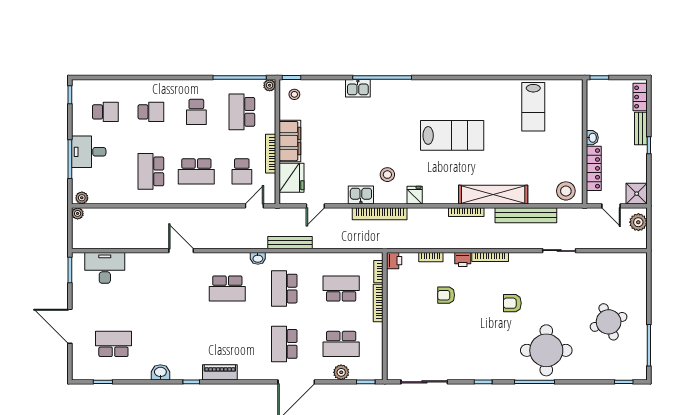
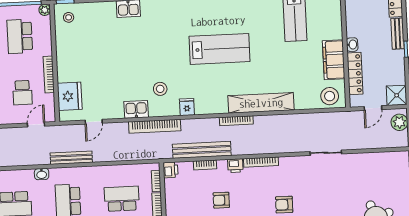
filing cabinet: (290, 141) -> (334, 60), moved, turned 180
door: (611, 206) -> (373, 108), hinge flipped
bench: (526, 215) -> (202, 150), moved

